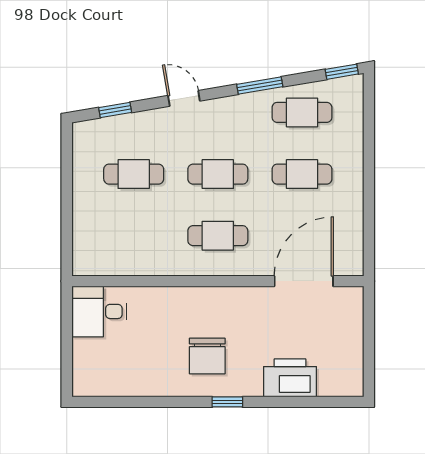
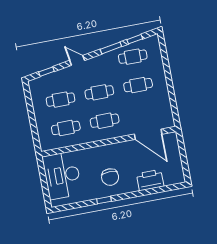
window: (342, 72) -> (135, 39), moved
cafe table: (134, 236) -> (66, 128), added
door: (304, 281) -> (148, 134), swing flipped
desk: (99, 311) -> (62, 175), width x1.87, depth x1.30
window: (227, 402) -> (104, 200), moved

